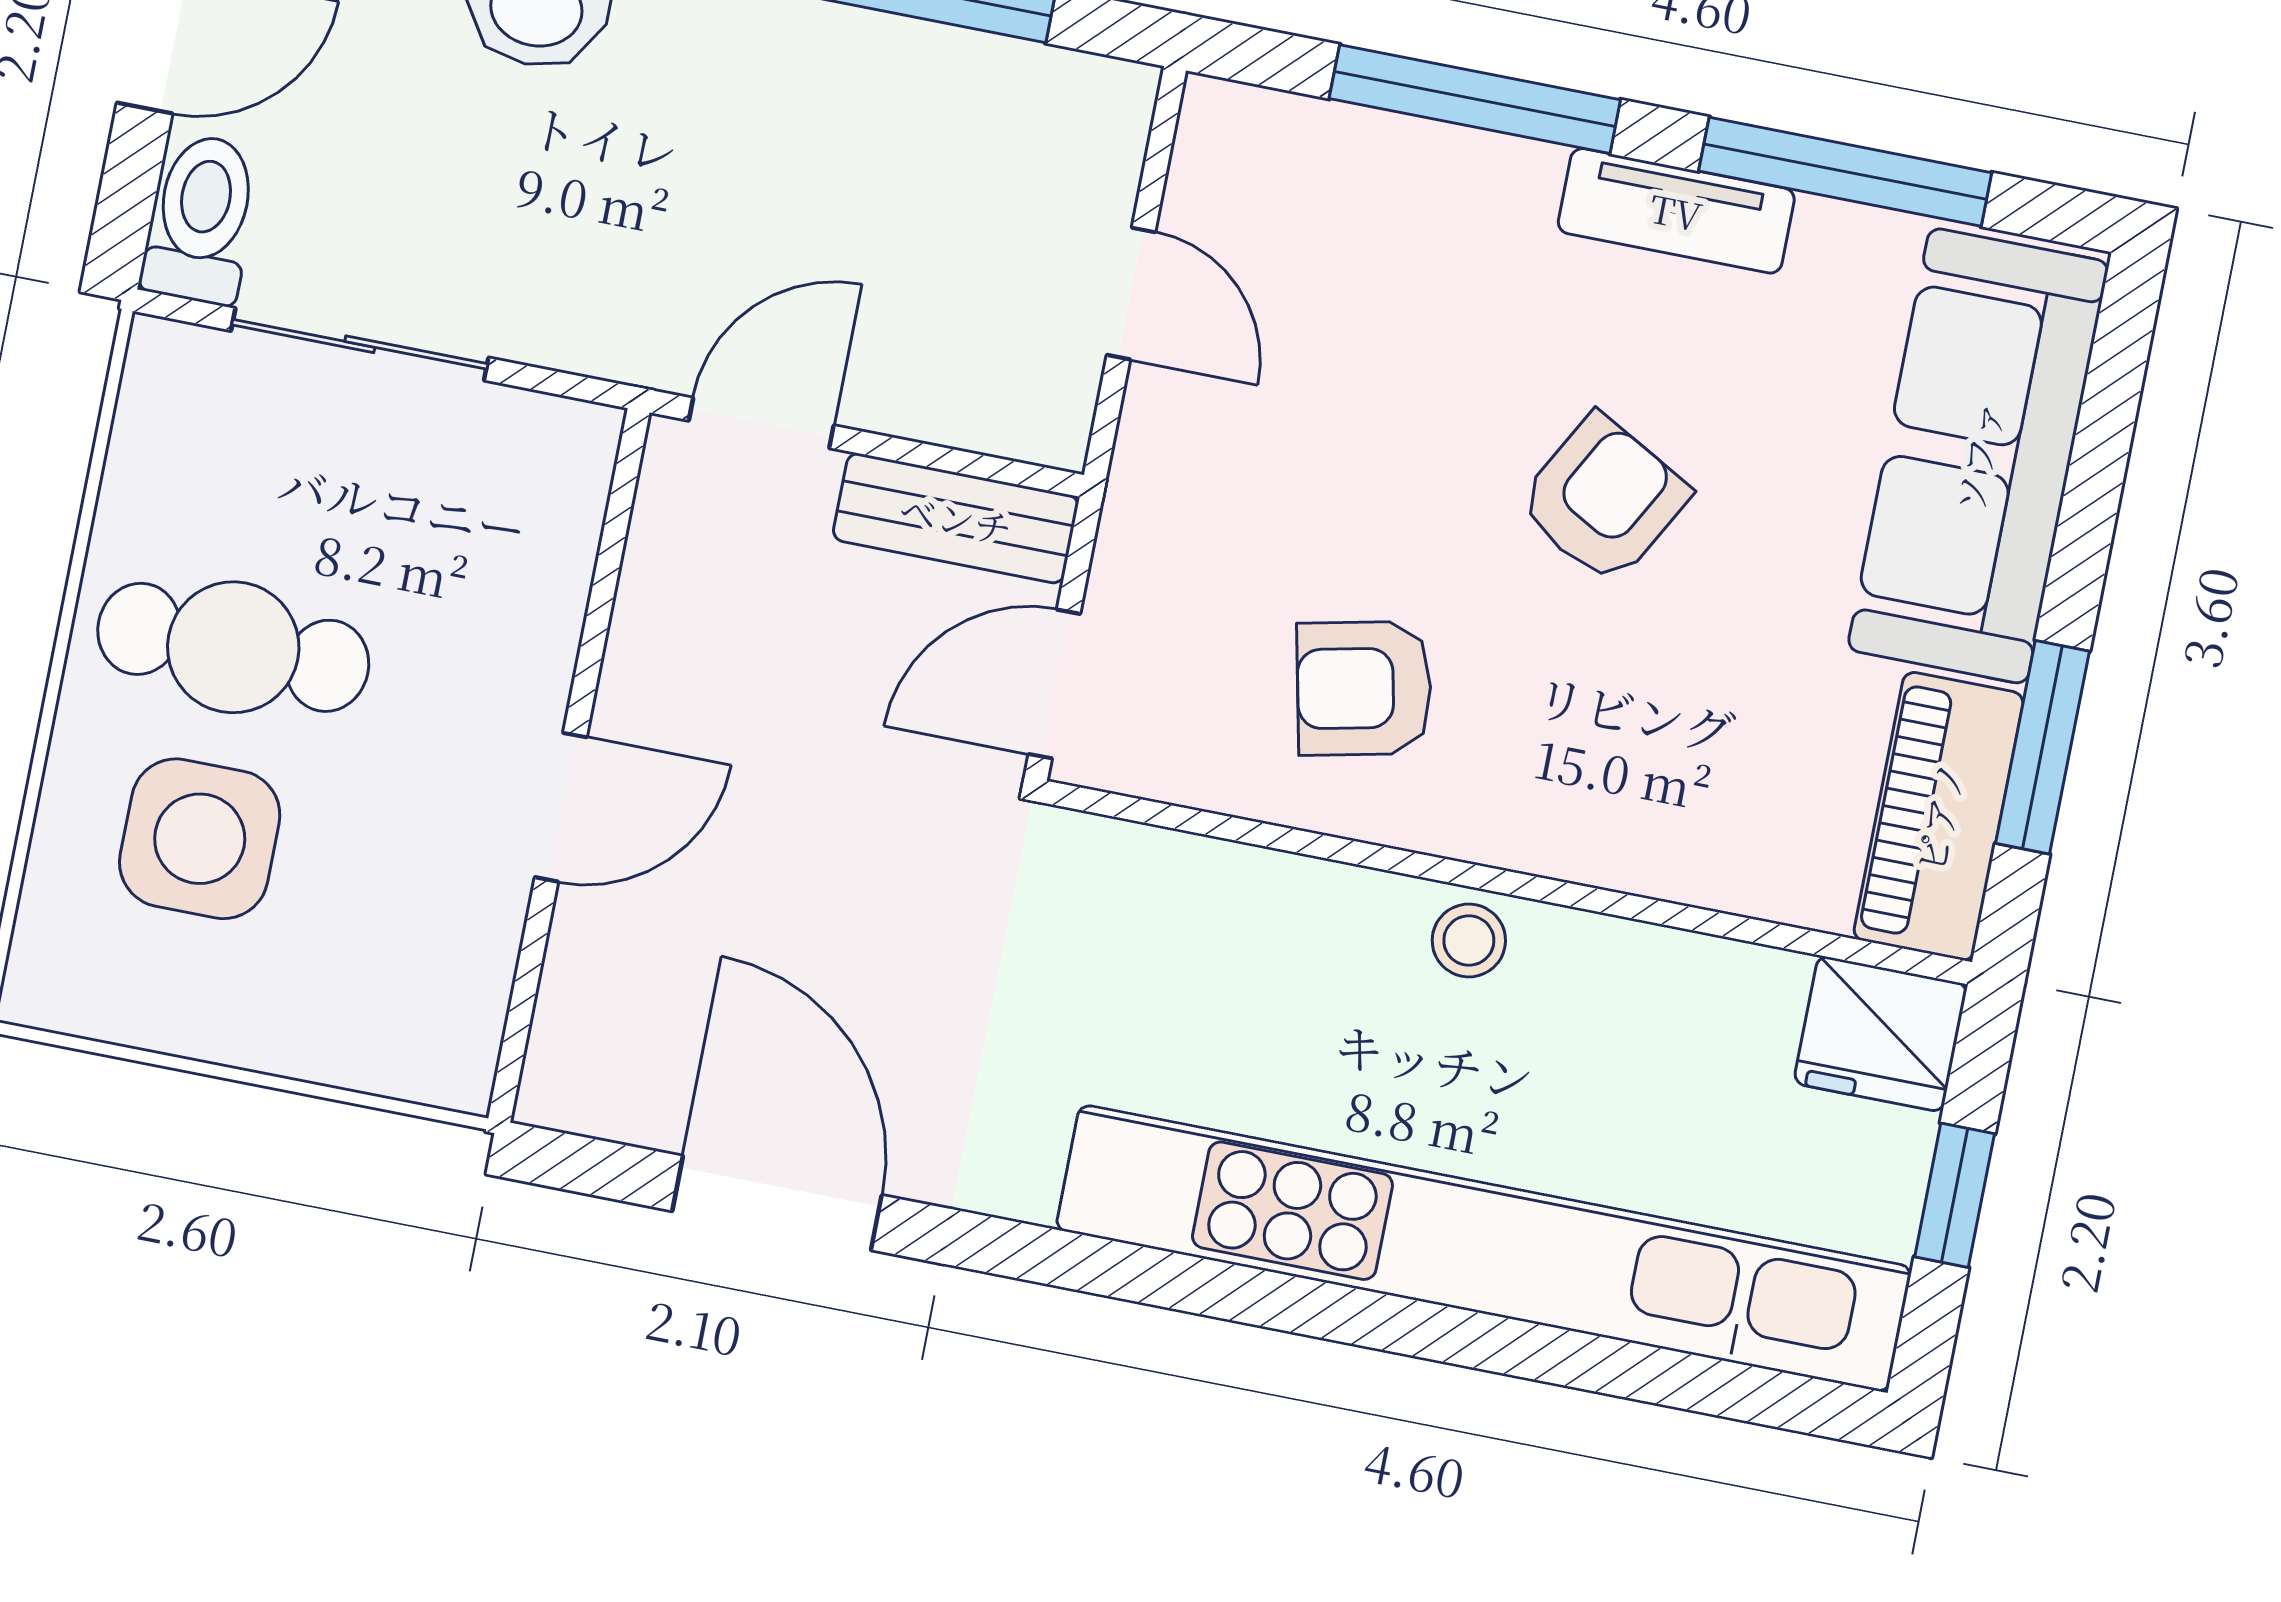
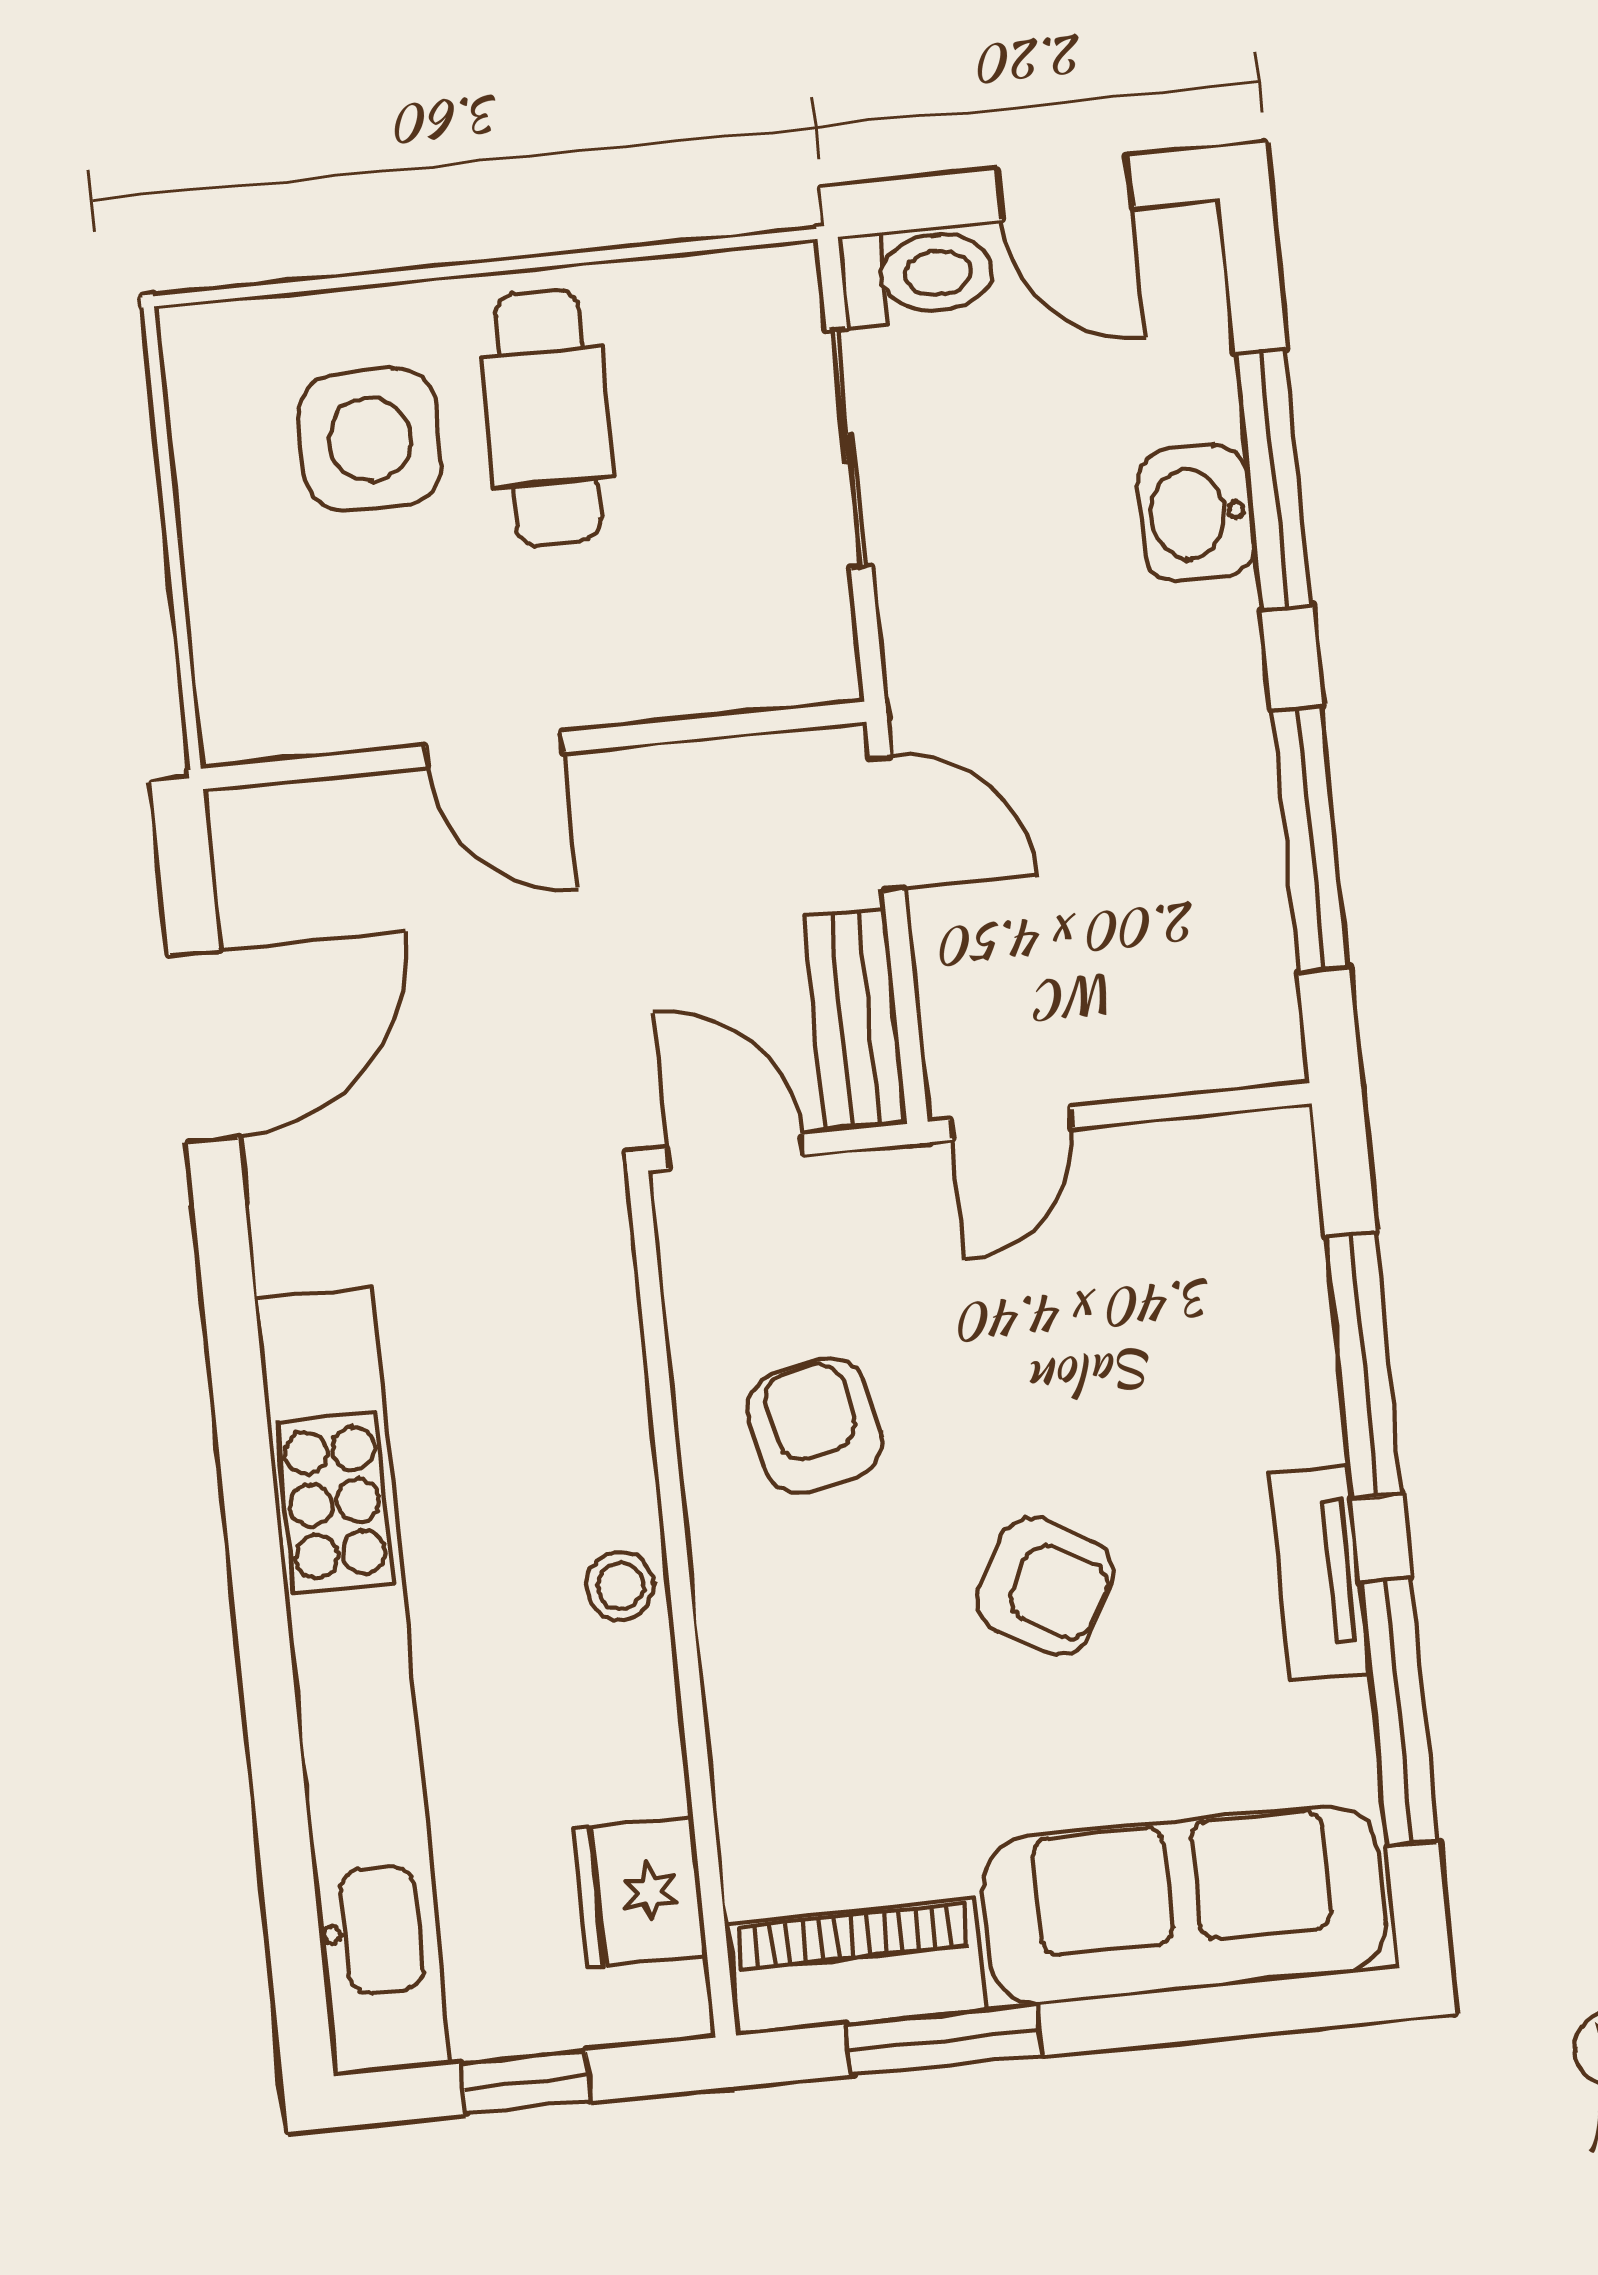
door: (1131, 293) -> (1011, 1124), moved
fridge: (1881, 1034) -> (640, 1892), moved

